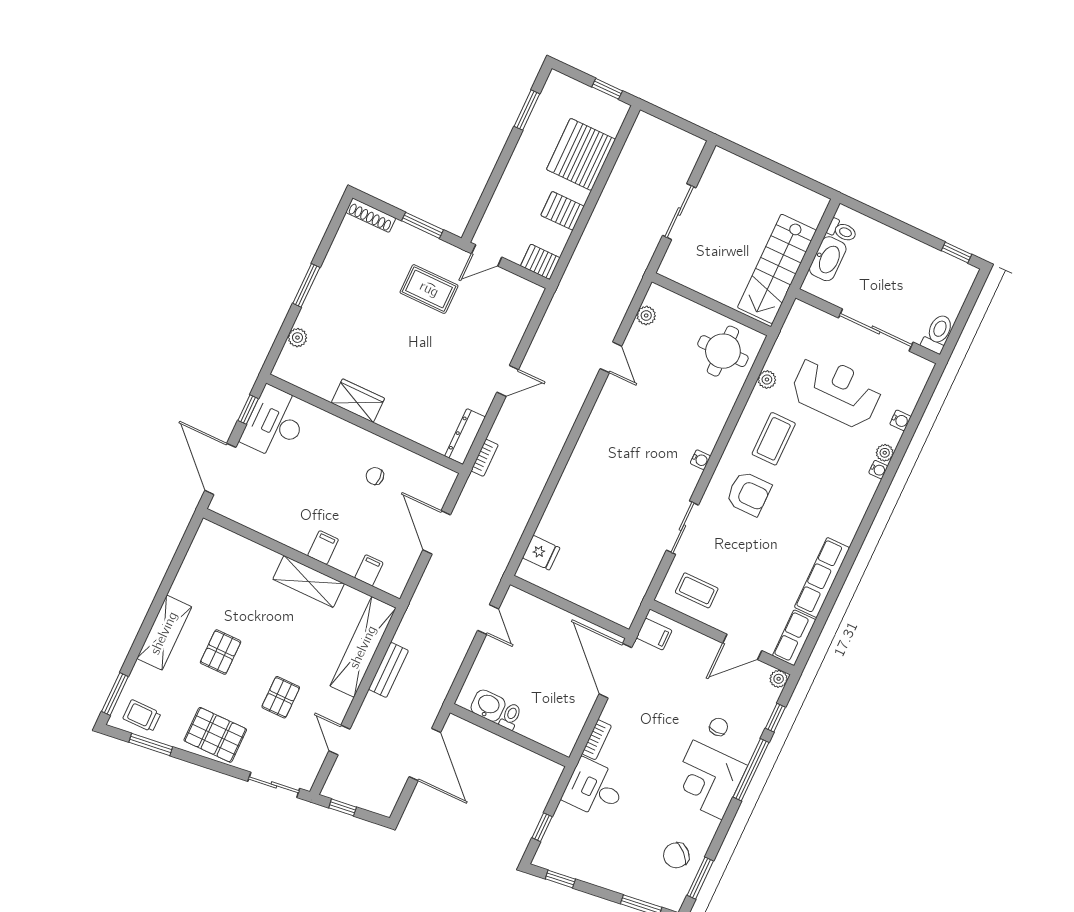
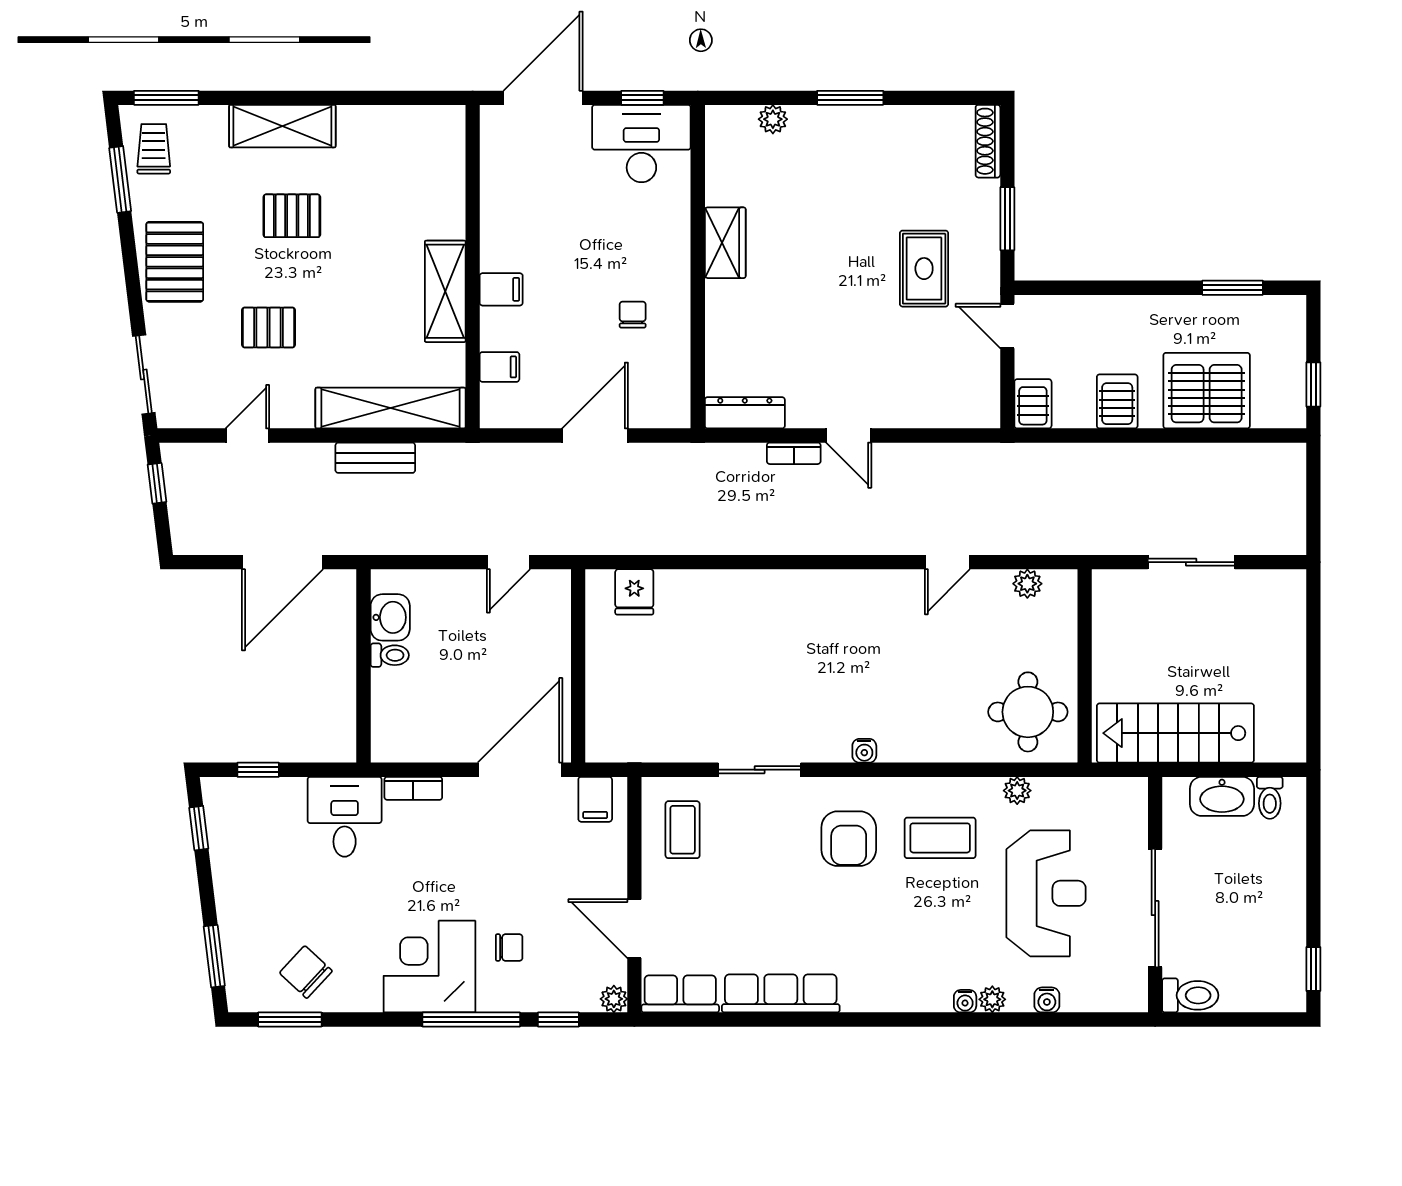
bookcase: (485, 458) -> (794, 453), moved

